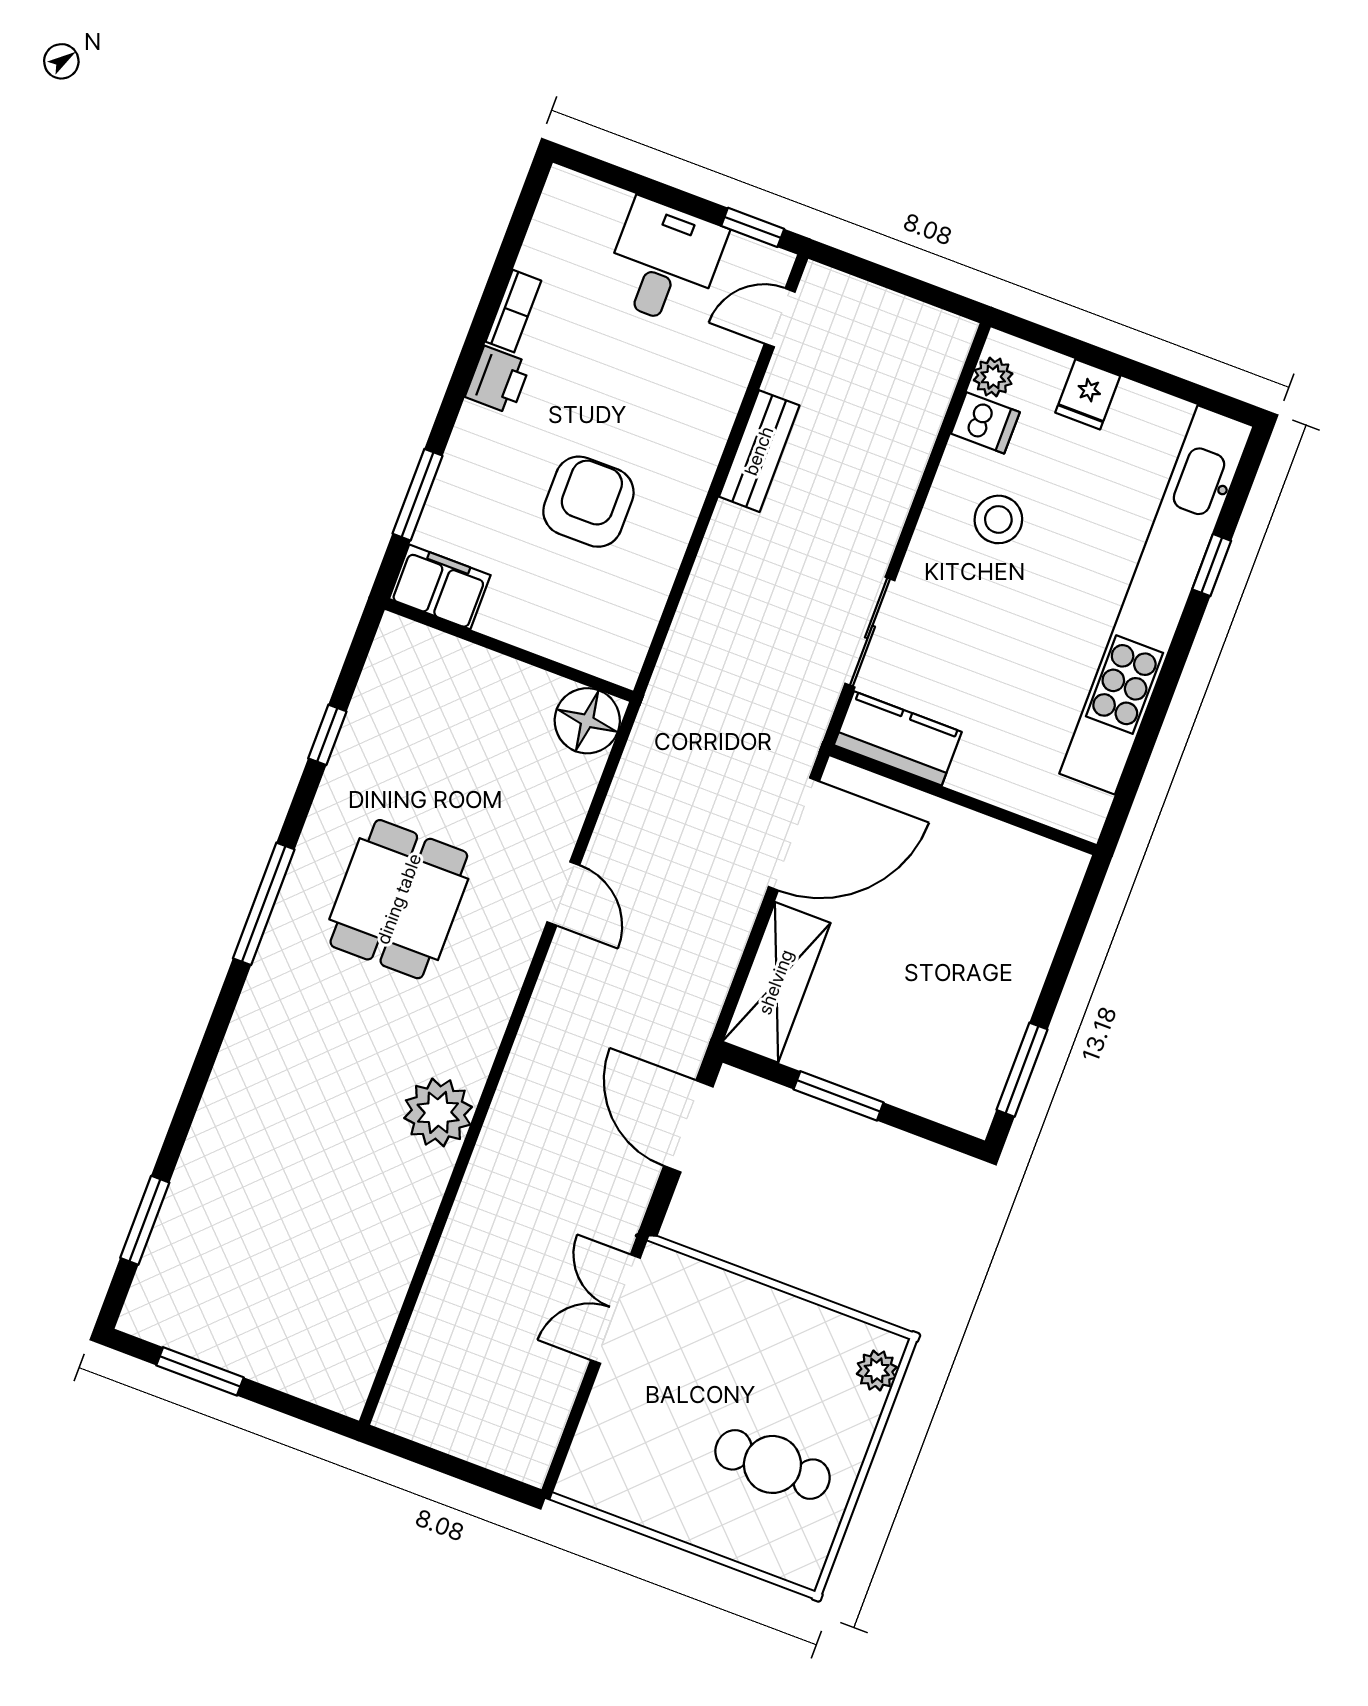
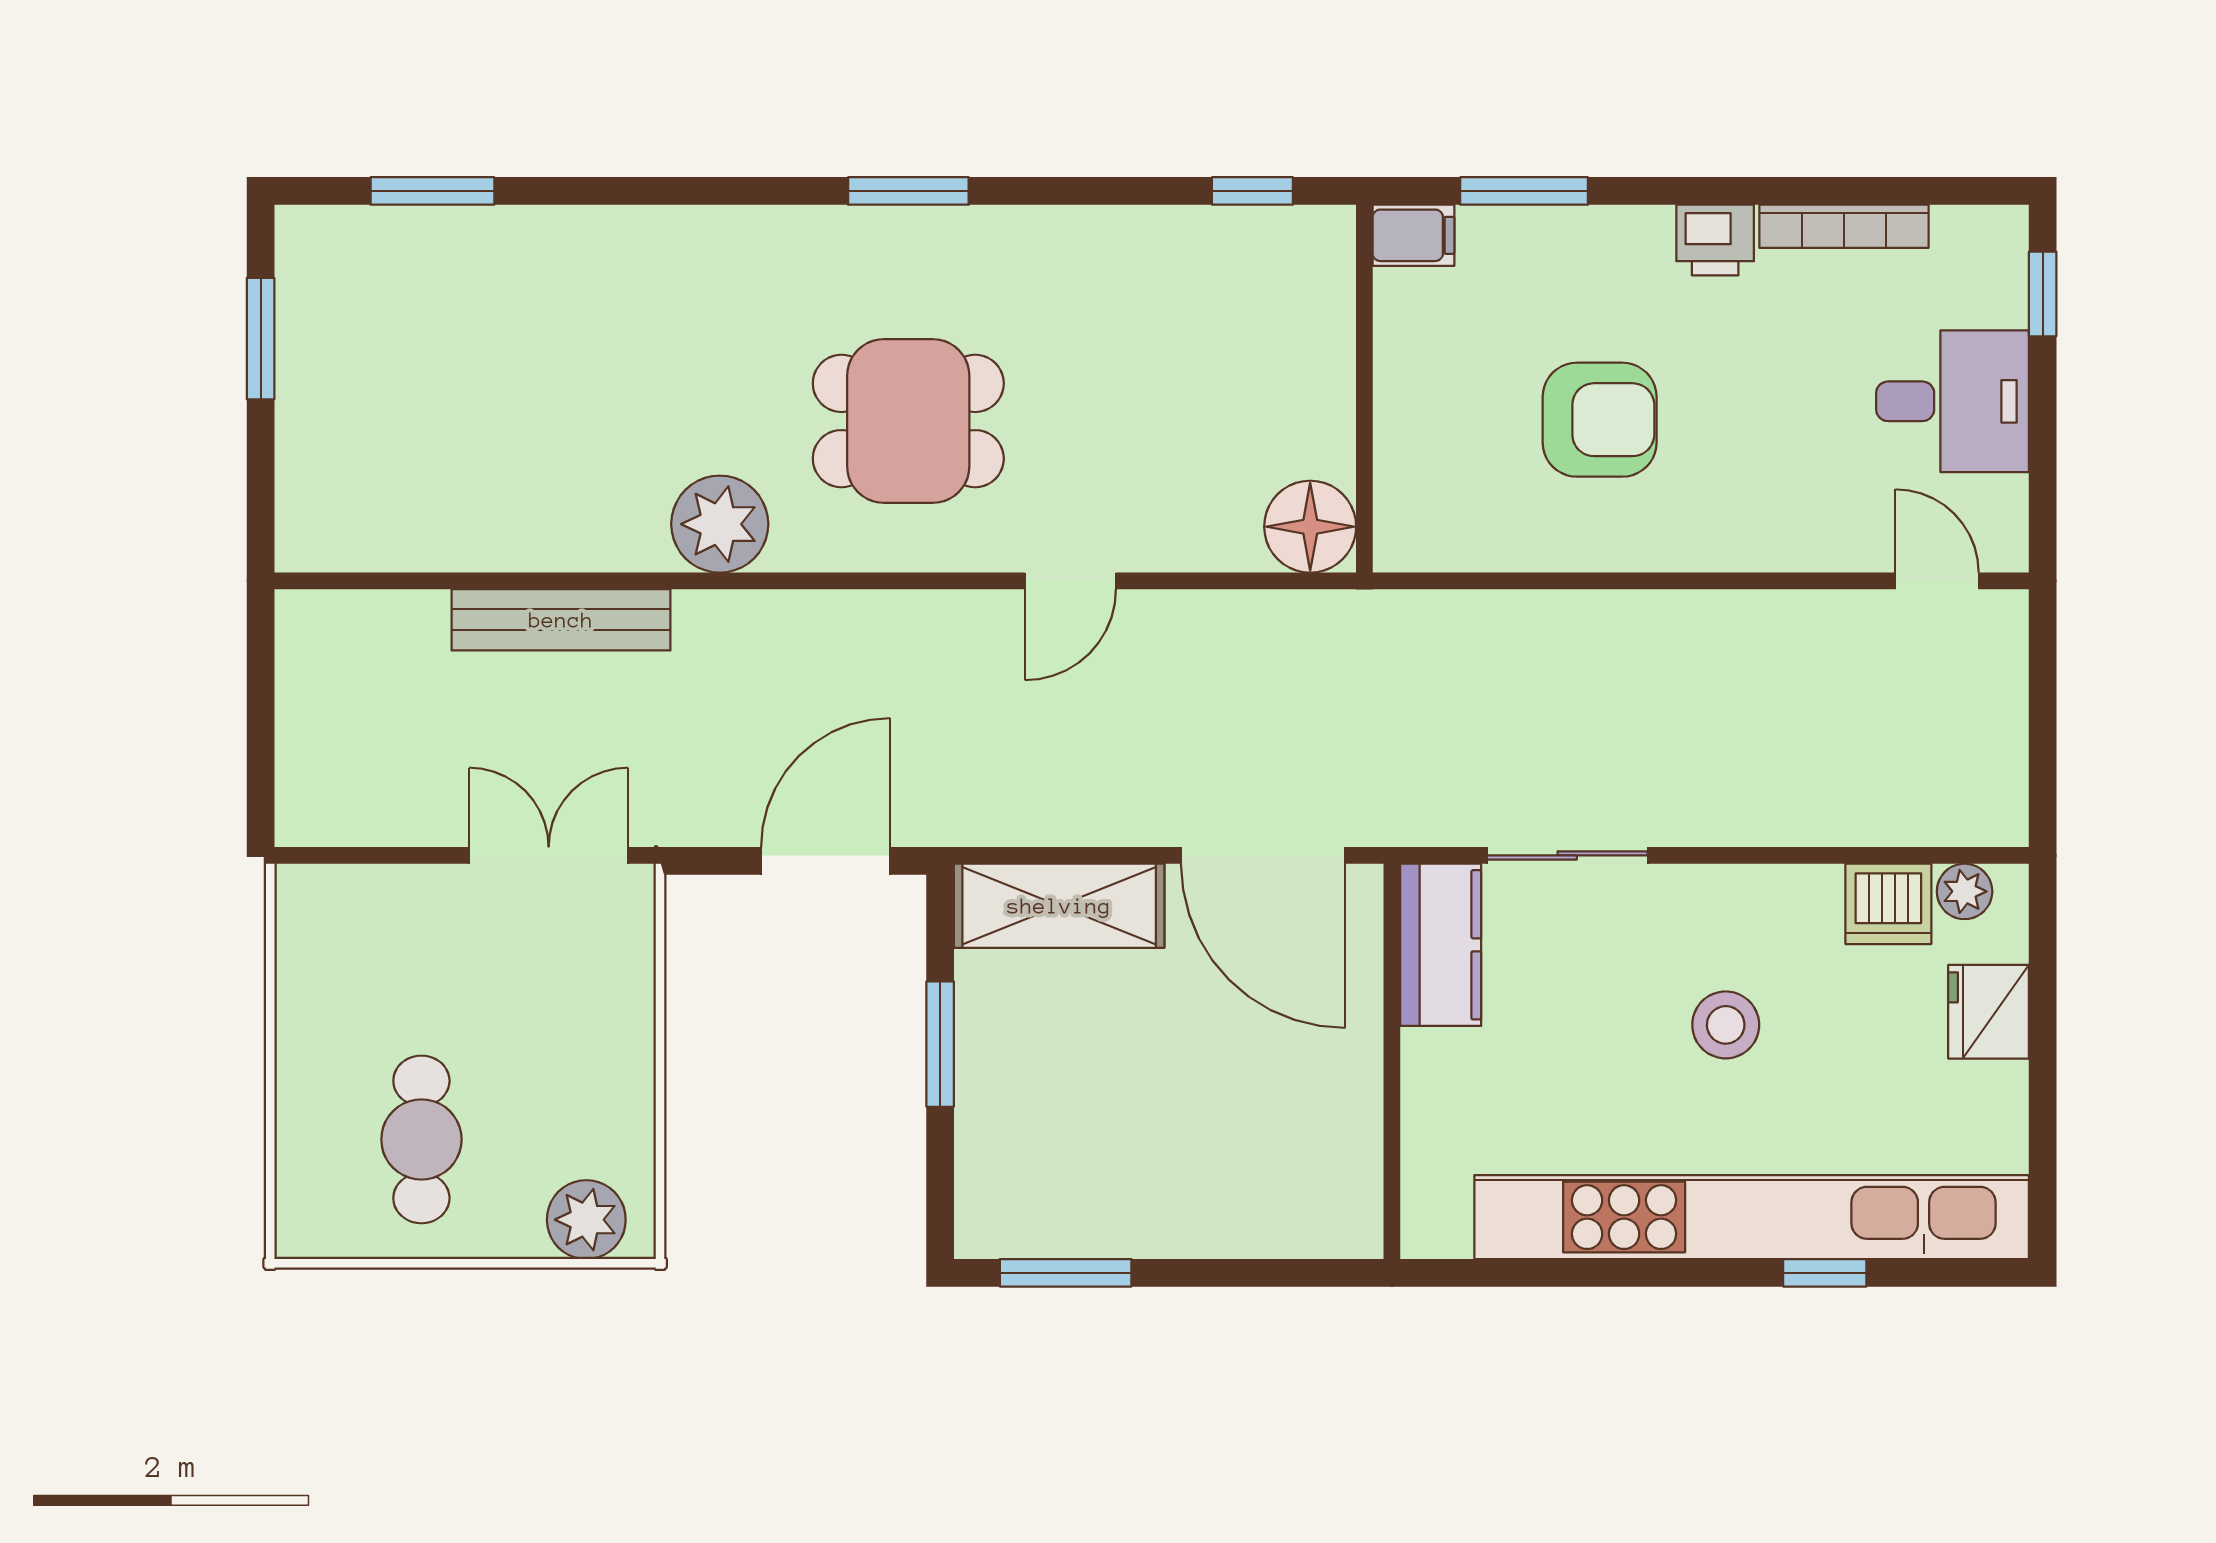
window: (753, 227) -> (2043, 294), moved
bookcase: (513, 311) -> (1844, 226), width x1.56
fridge: (1088, 394) -> (1989, 1012), width x1.38
dishwasher: (985, 423) -> (1888, 904), width x1.38
bench: (759, 451) -> (561, 620), moved, width x1.36
stool: (998, 519) -> (1726, 1025), moved
filing cabinet: (440, 587) -> (1413, 235), width x0.50
window: (327, 735) -> (1252, 191), moved
dining table: (399, 899) -> (908, 421), moved
window: (264, 904) -> (908, 191), width x0.69
plant: (877, 1370) -> (586, 1220), width x1.38, depth x1.38

